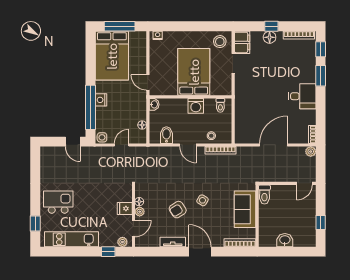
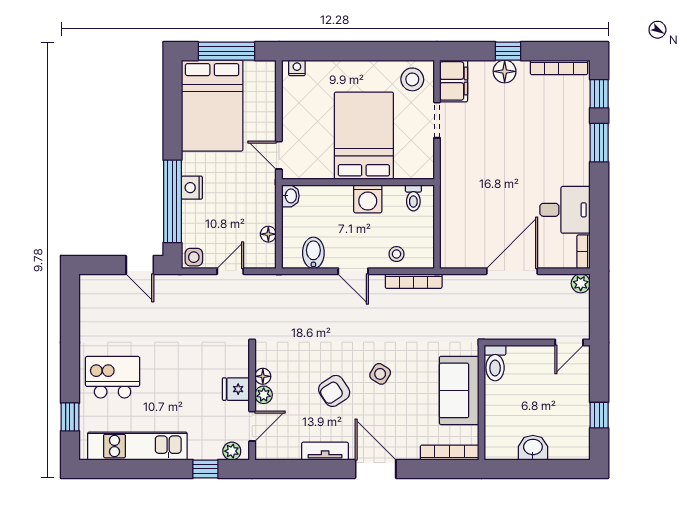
desk: (302, 96) -> (565, 210), moved

